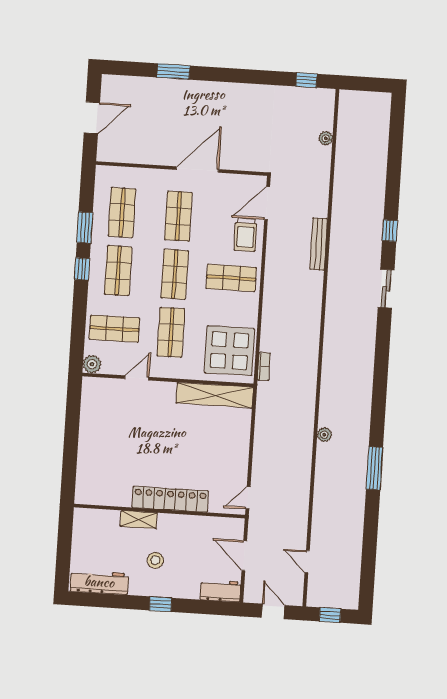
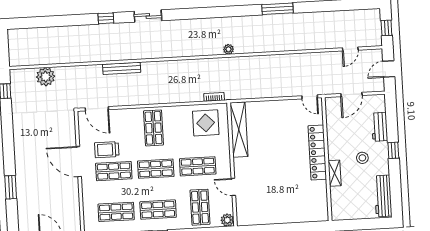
plant: (326, 138) -> (46, 77), width x1.87, depth x1.87
trolley: (246, 235) -> (107, 150), moved, turned 180
display table: (229, 351) -> (206, 123), width x0.73, depth x0.73
plant: (324, 435) -> (228, 49), moved
workbench: (220, 591) -> (380, 127), moved

